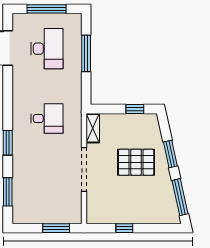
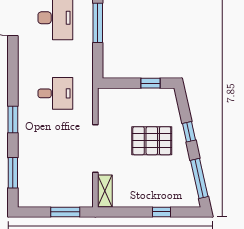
shelving: (93, 128) -> (105, 191), moved
window: (170, 154) -> (189, 132), width x0.67
window: (124, 228) -> (162, 212), moved

